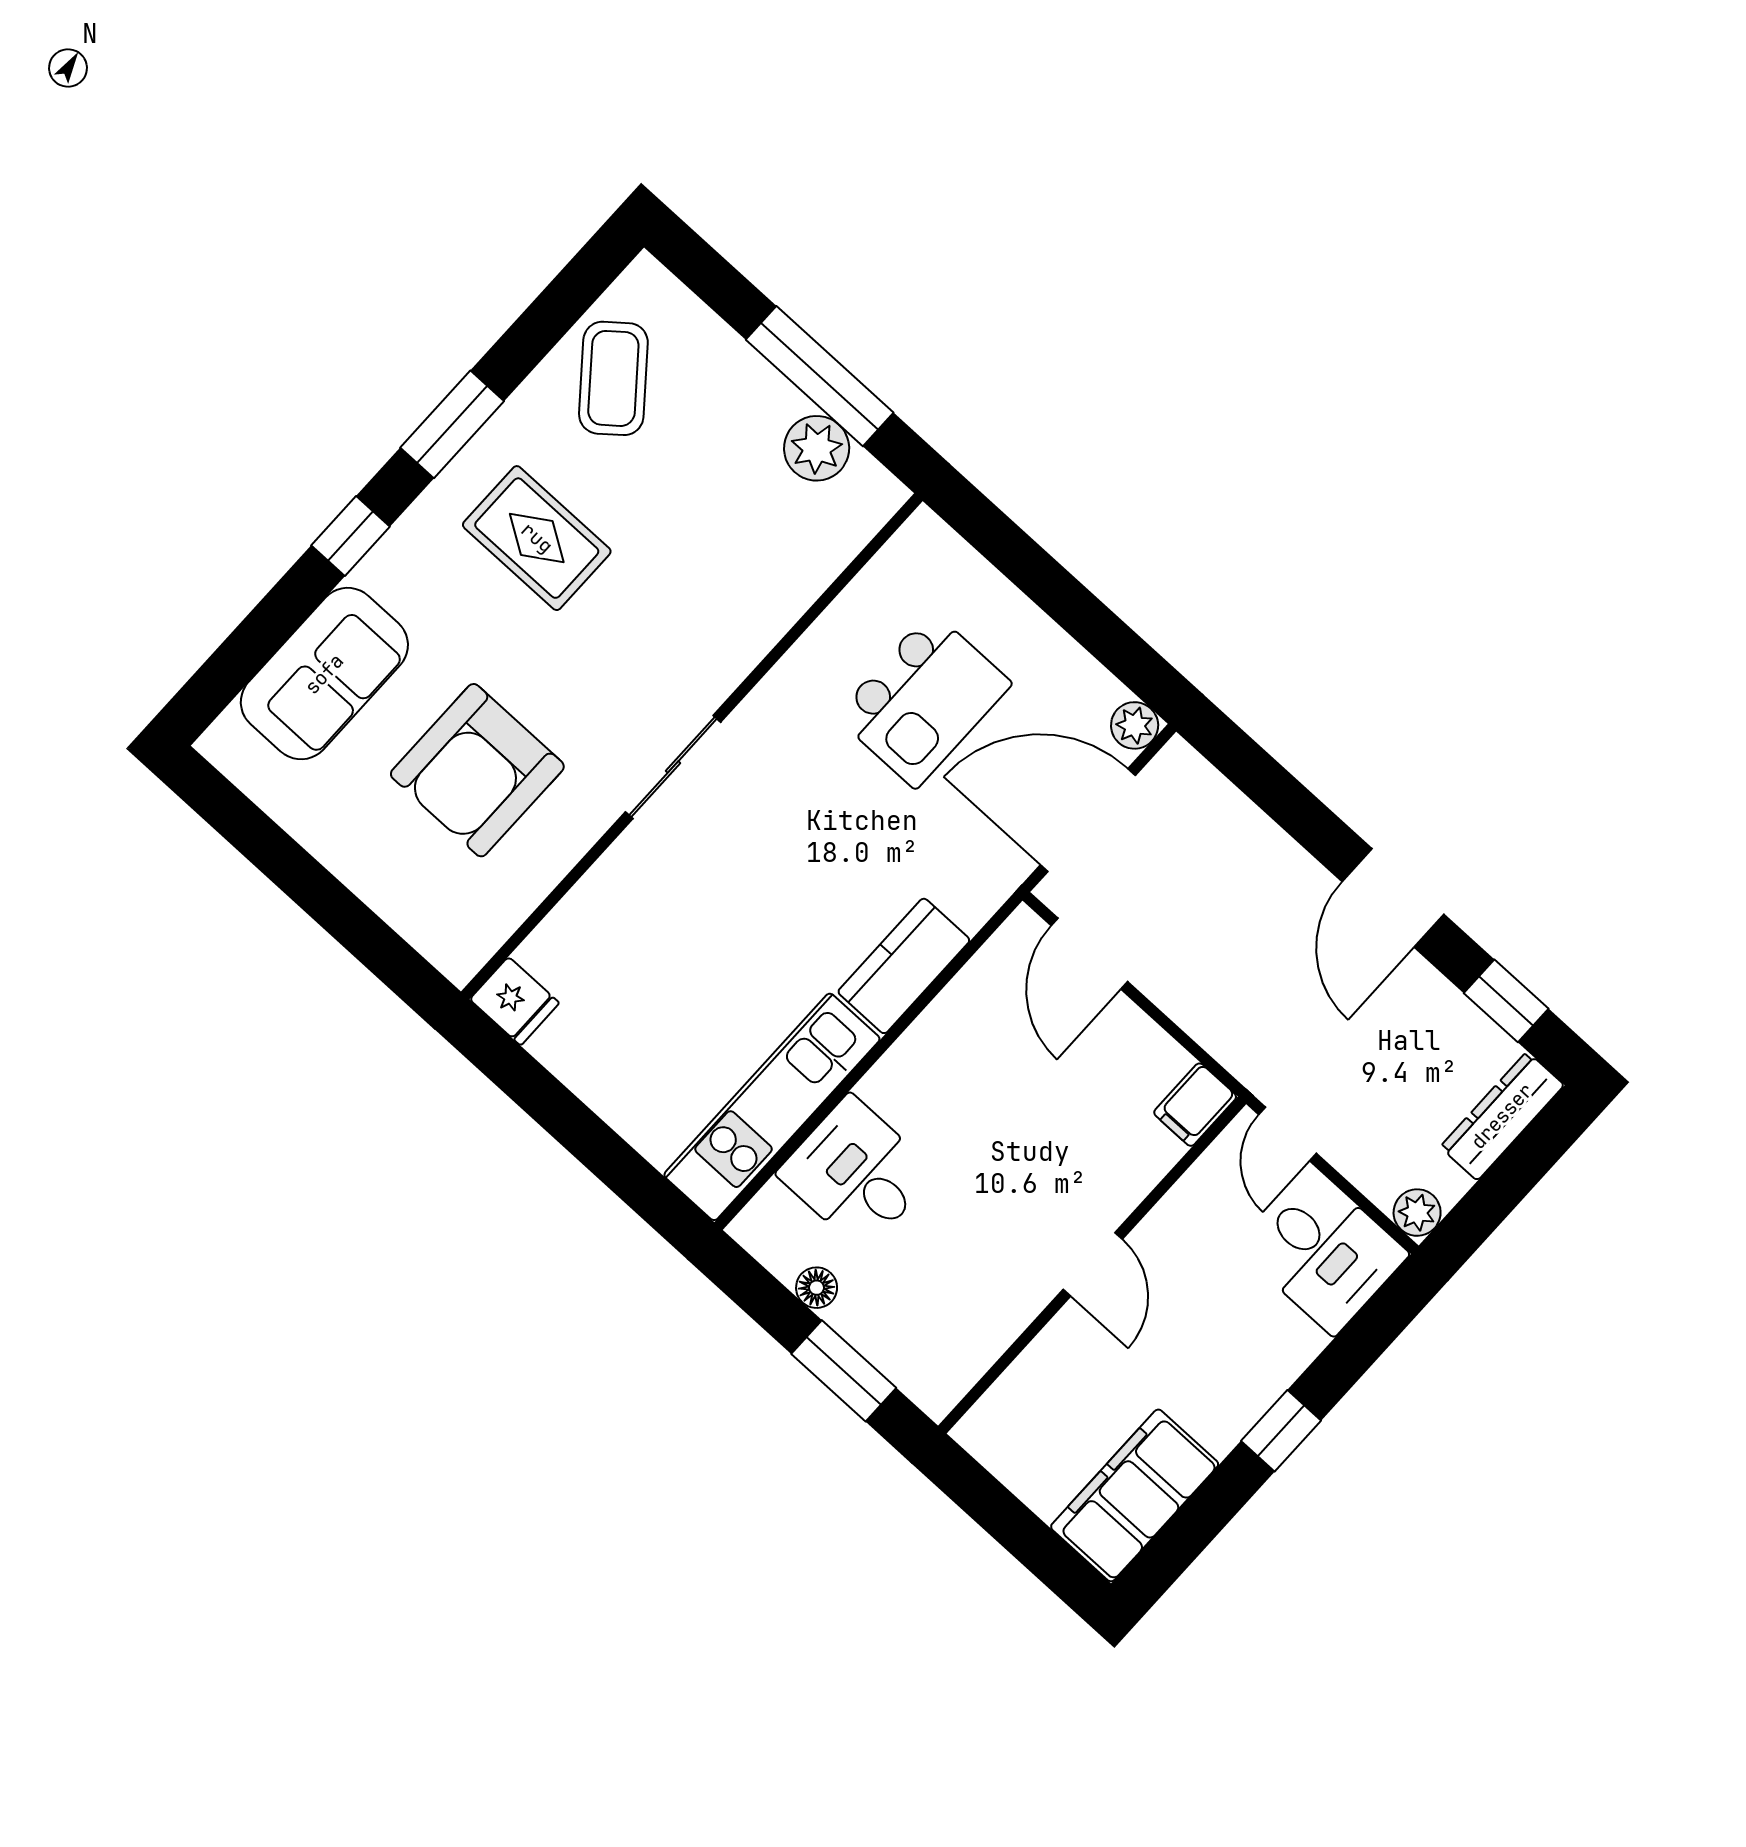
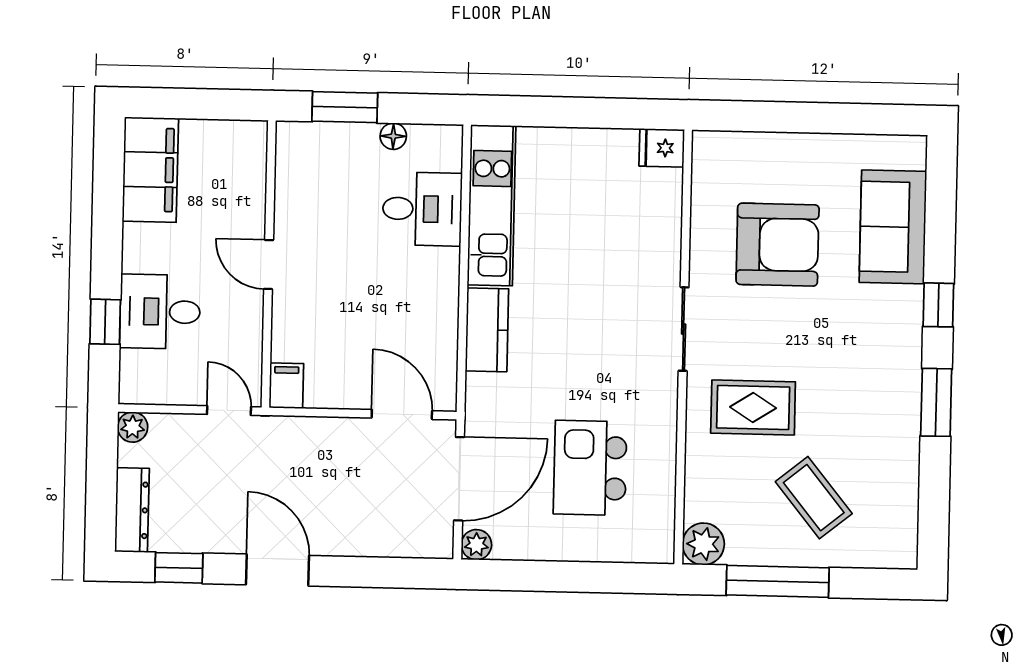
coffee table: (613, 378) -> (814, 498), moved
plant: (817, 448) -> (703, 544), moved
rug: (537, 538) -> (753, 408), moved
armchair: (477, 770) -> (778, 245), turned 90
desk: (1327, 1255) -> (160, 312), moved
window: (1281, 1431) -> (105, 322), moved

